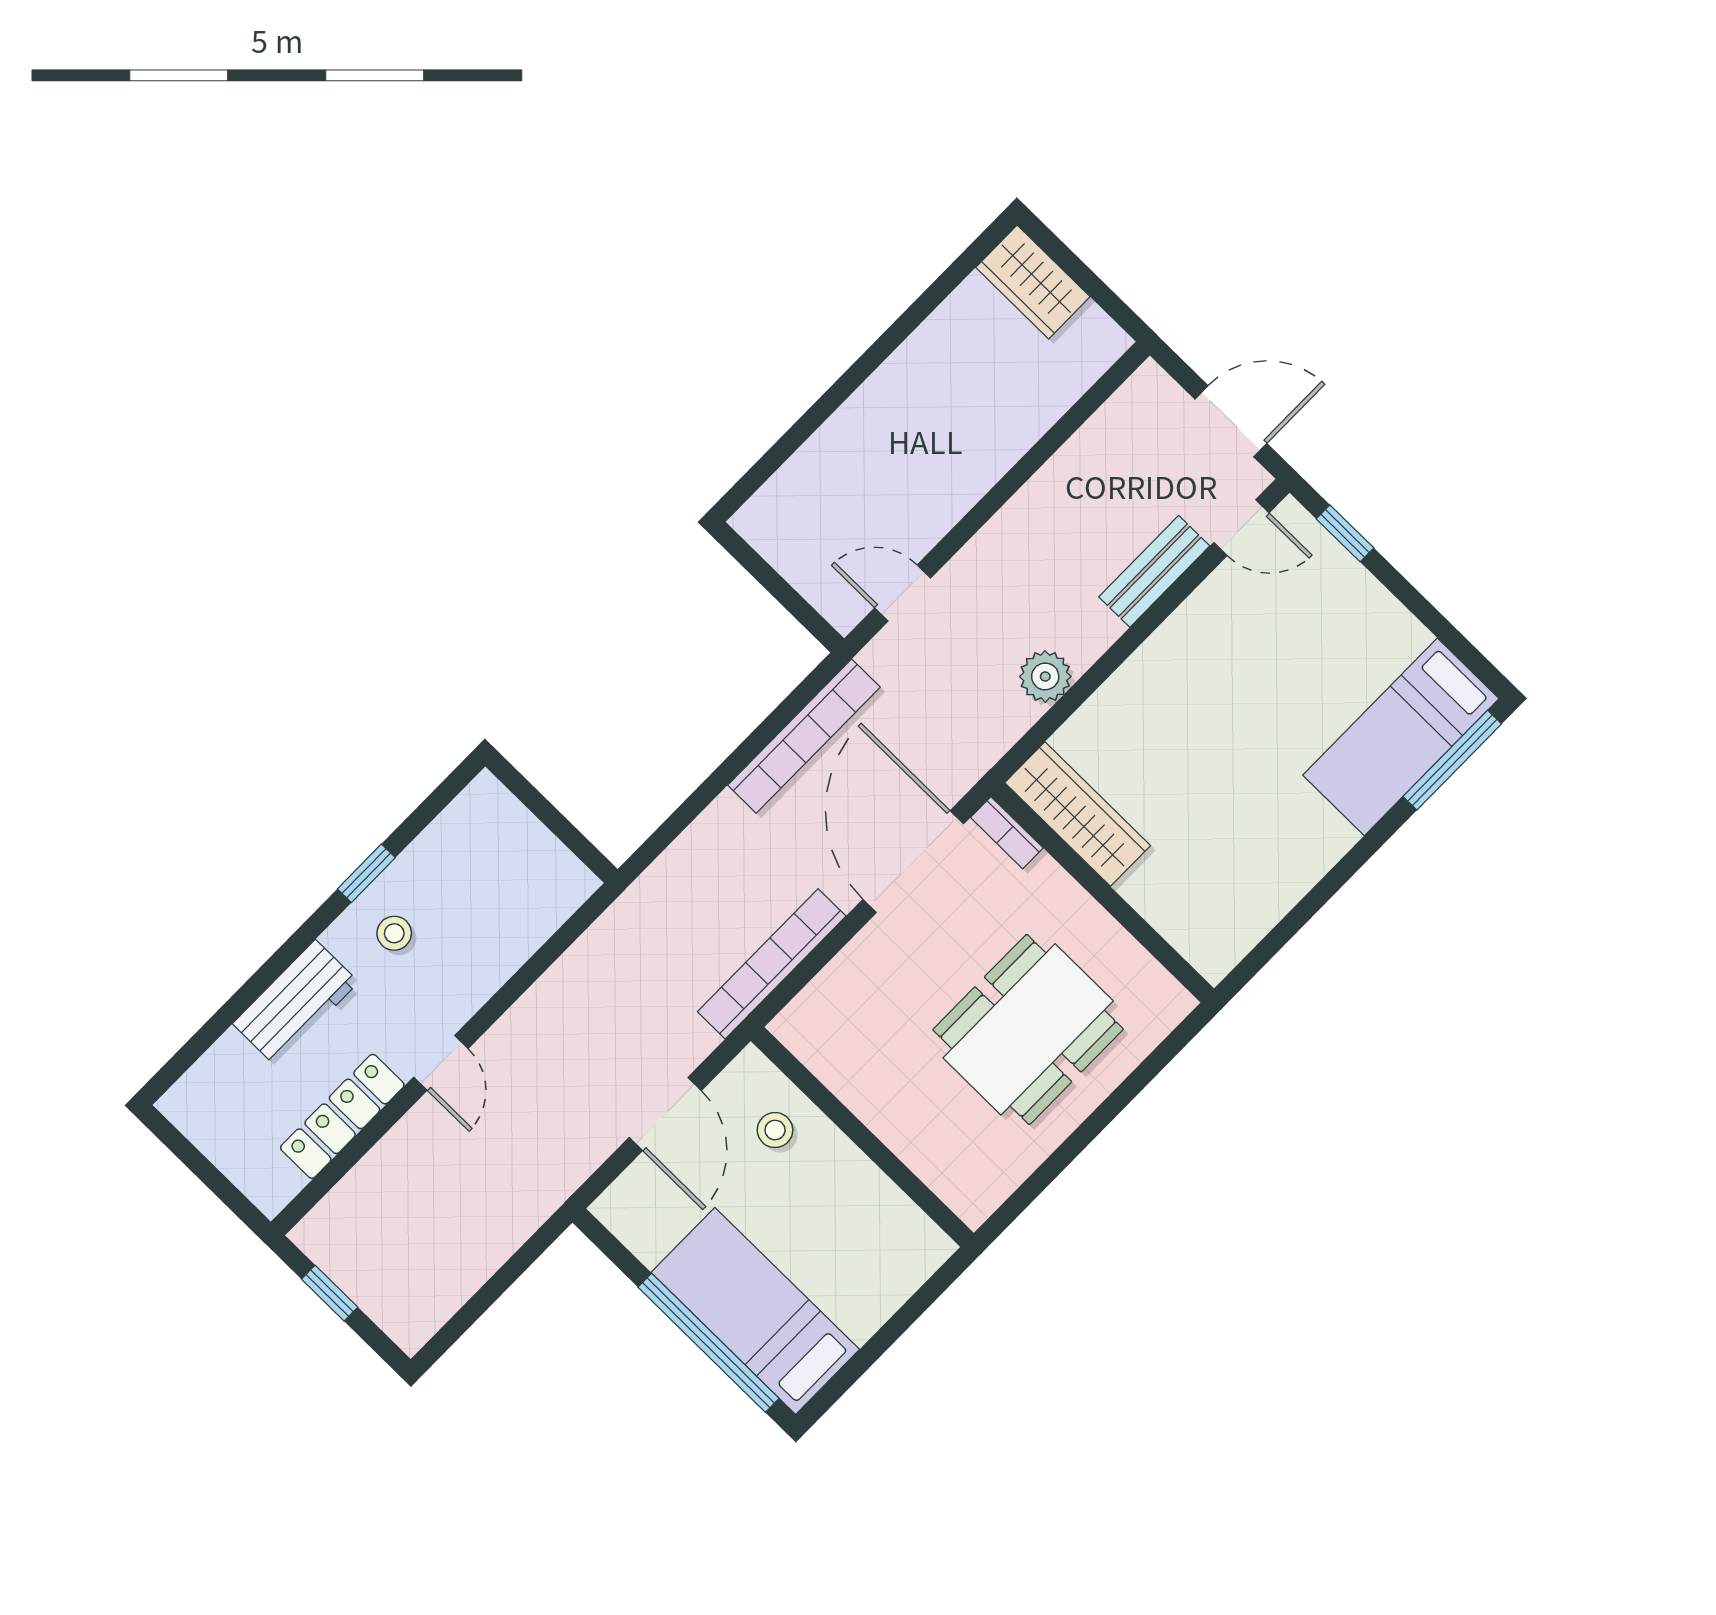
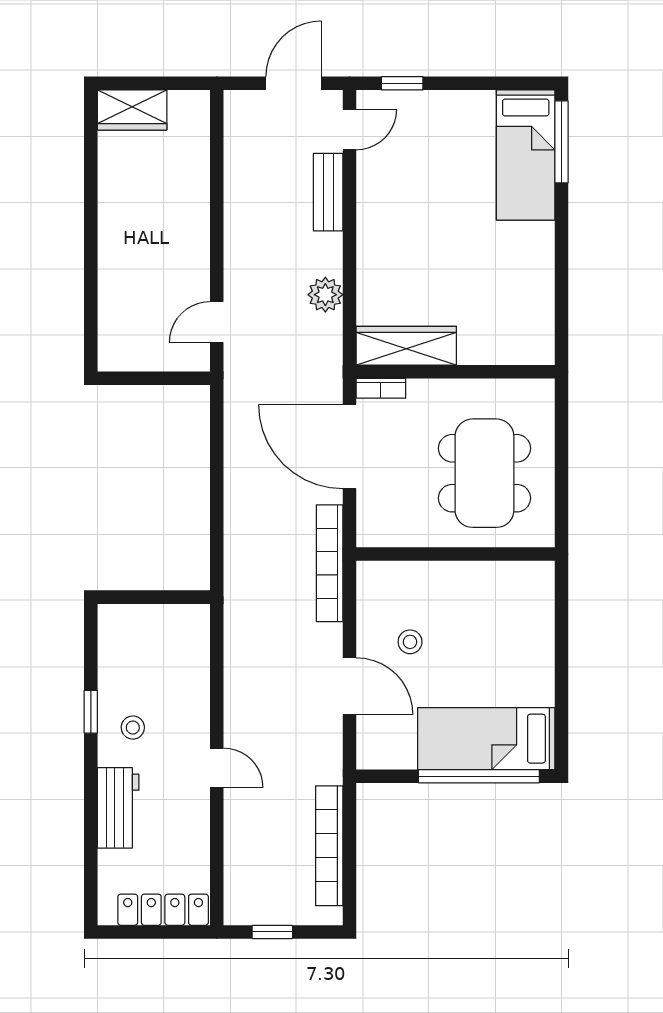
bookcase: (804, 736) -> (329, 846), moved, turned 180
locker: (342, 1116) -> (163, 910), moved, turned 90
wall: (862, 1137) -> (456, 554), moved

